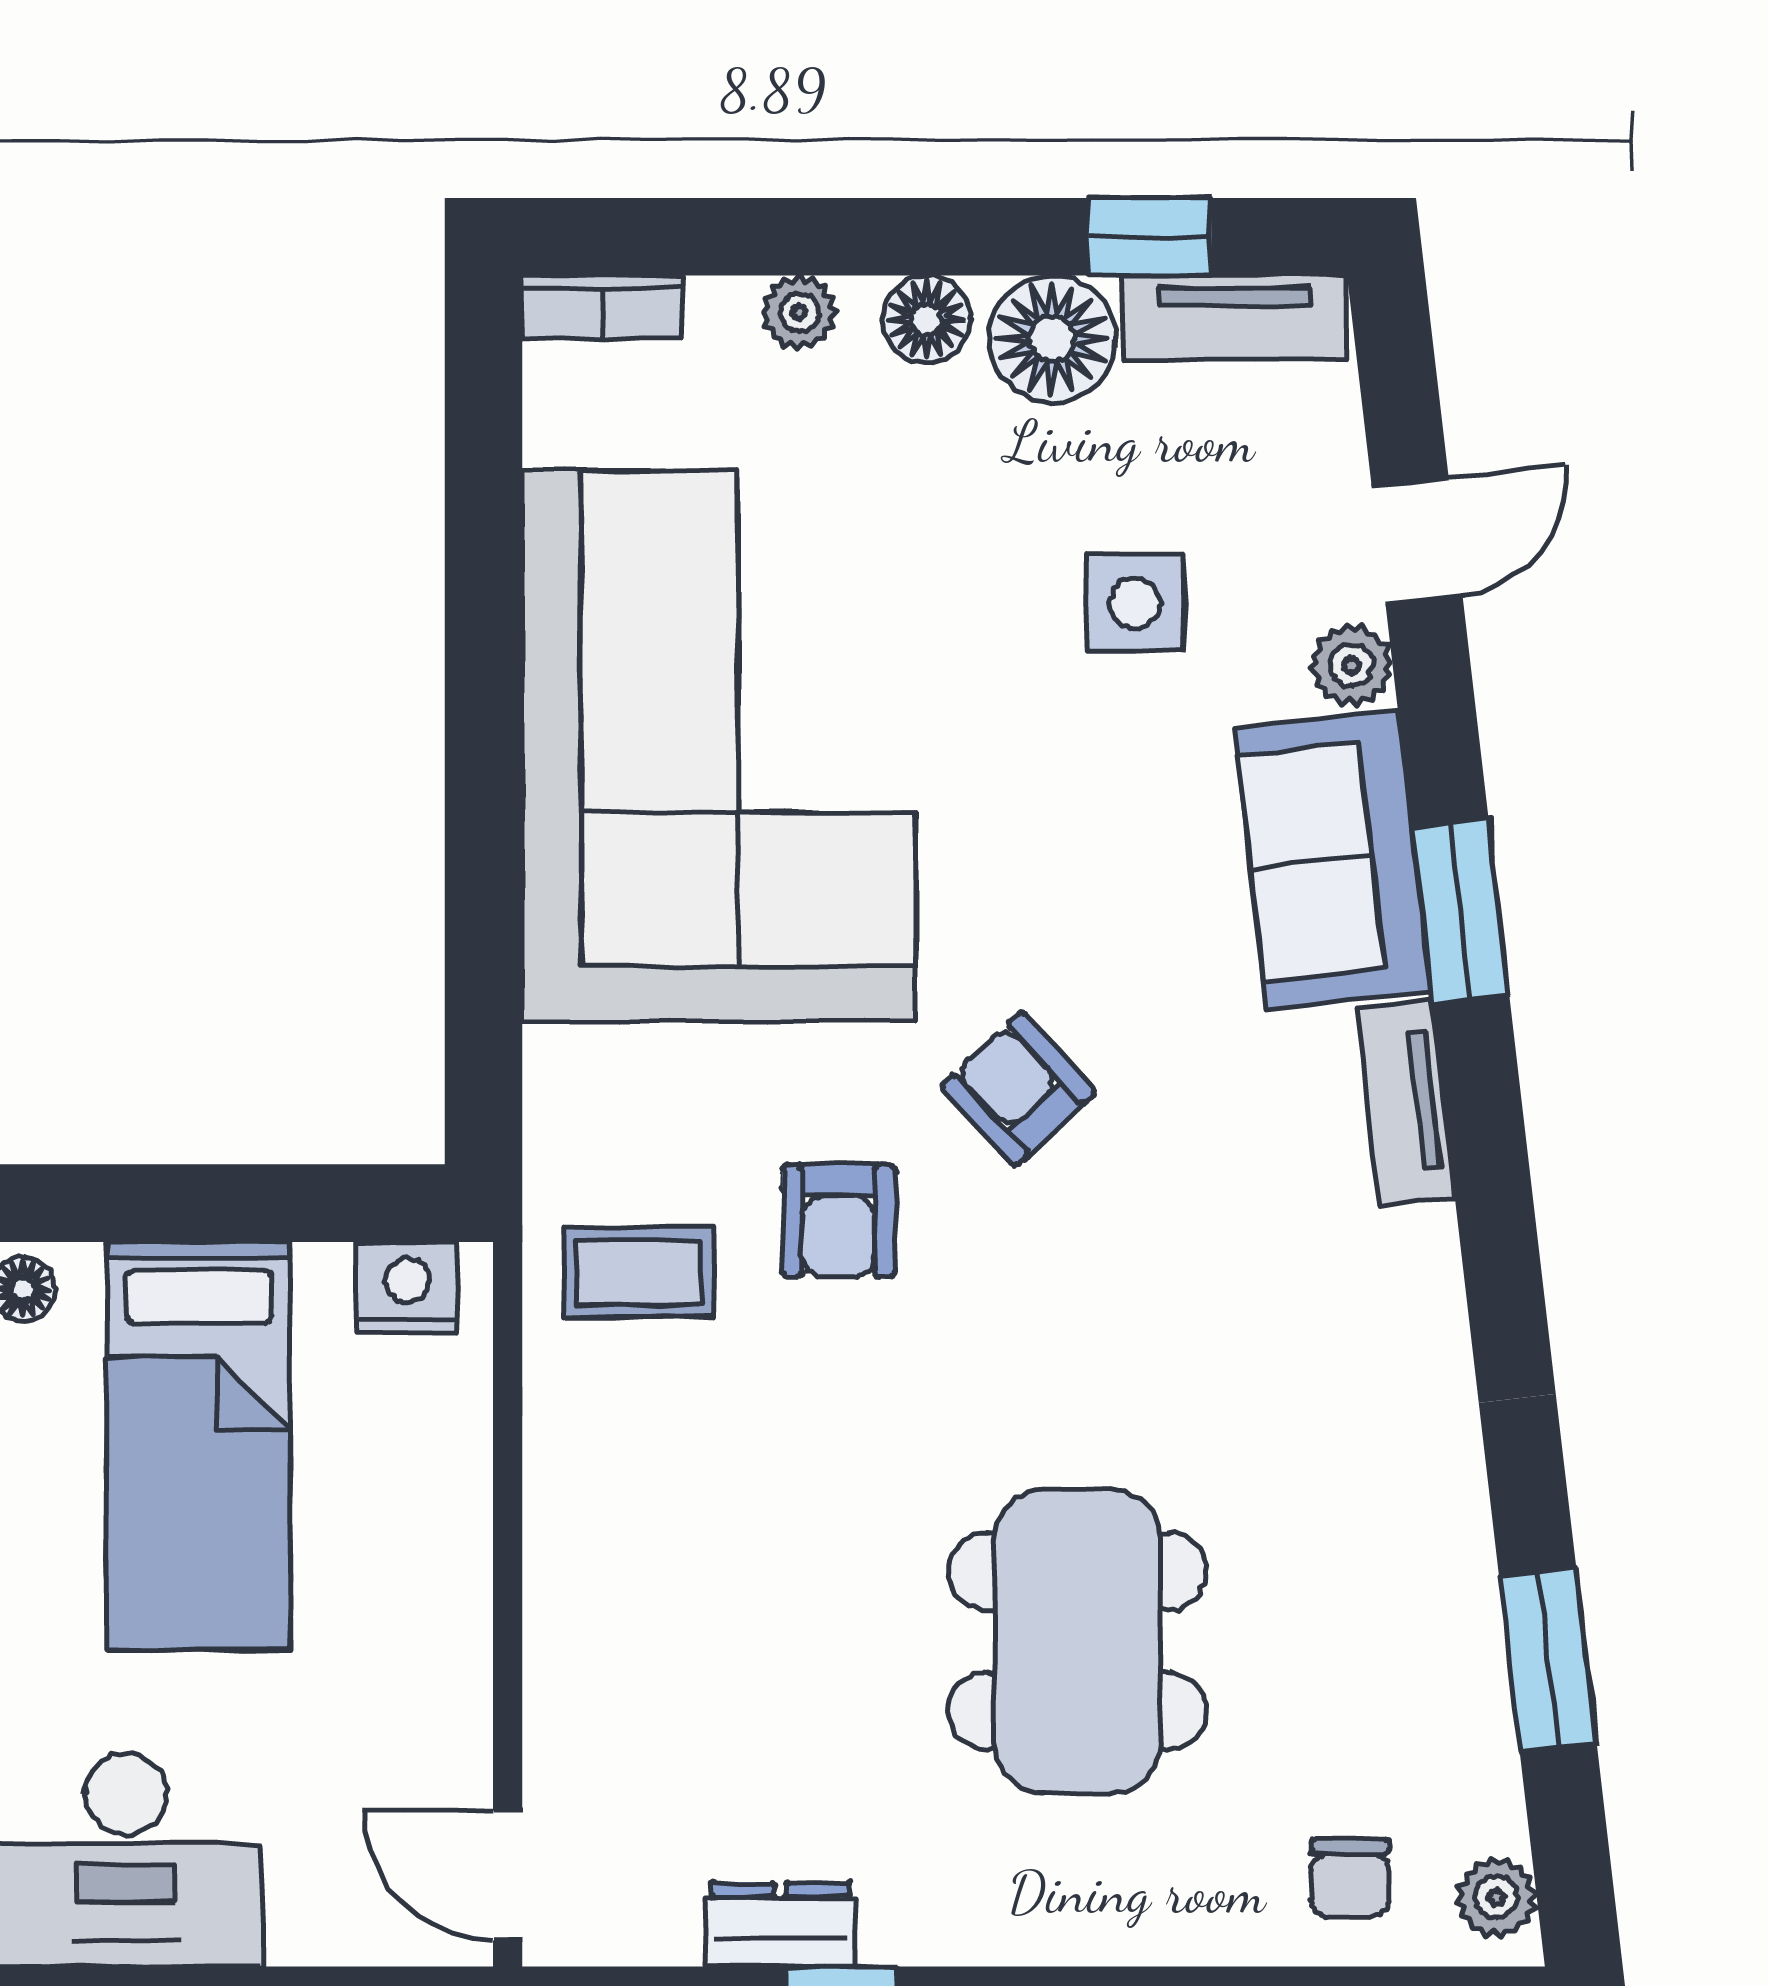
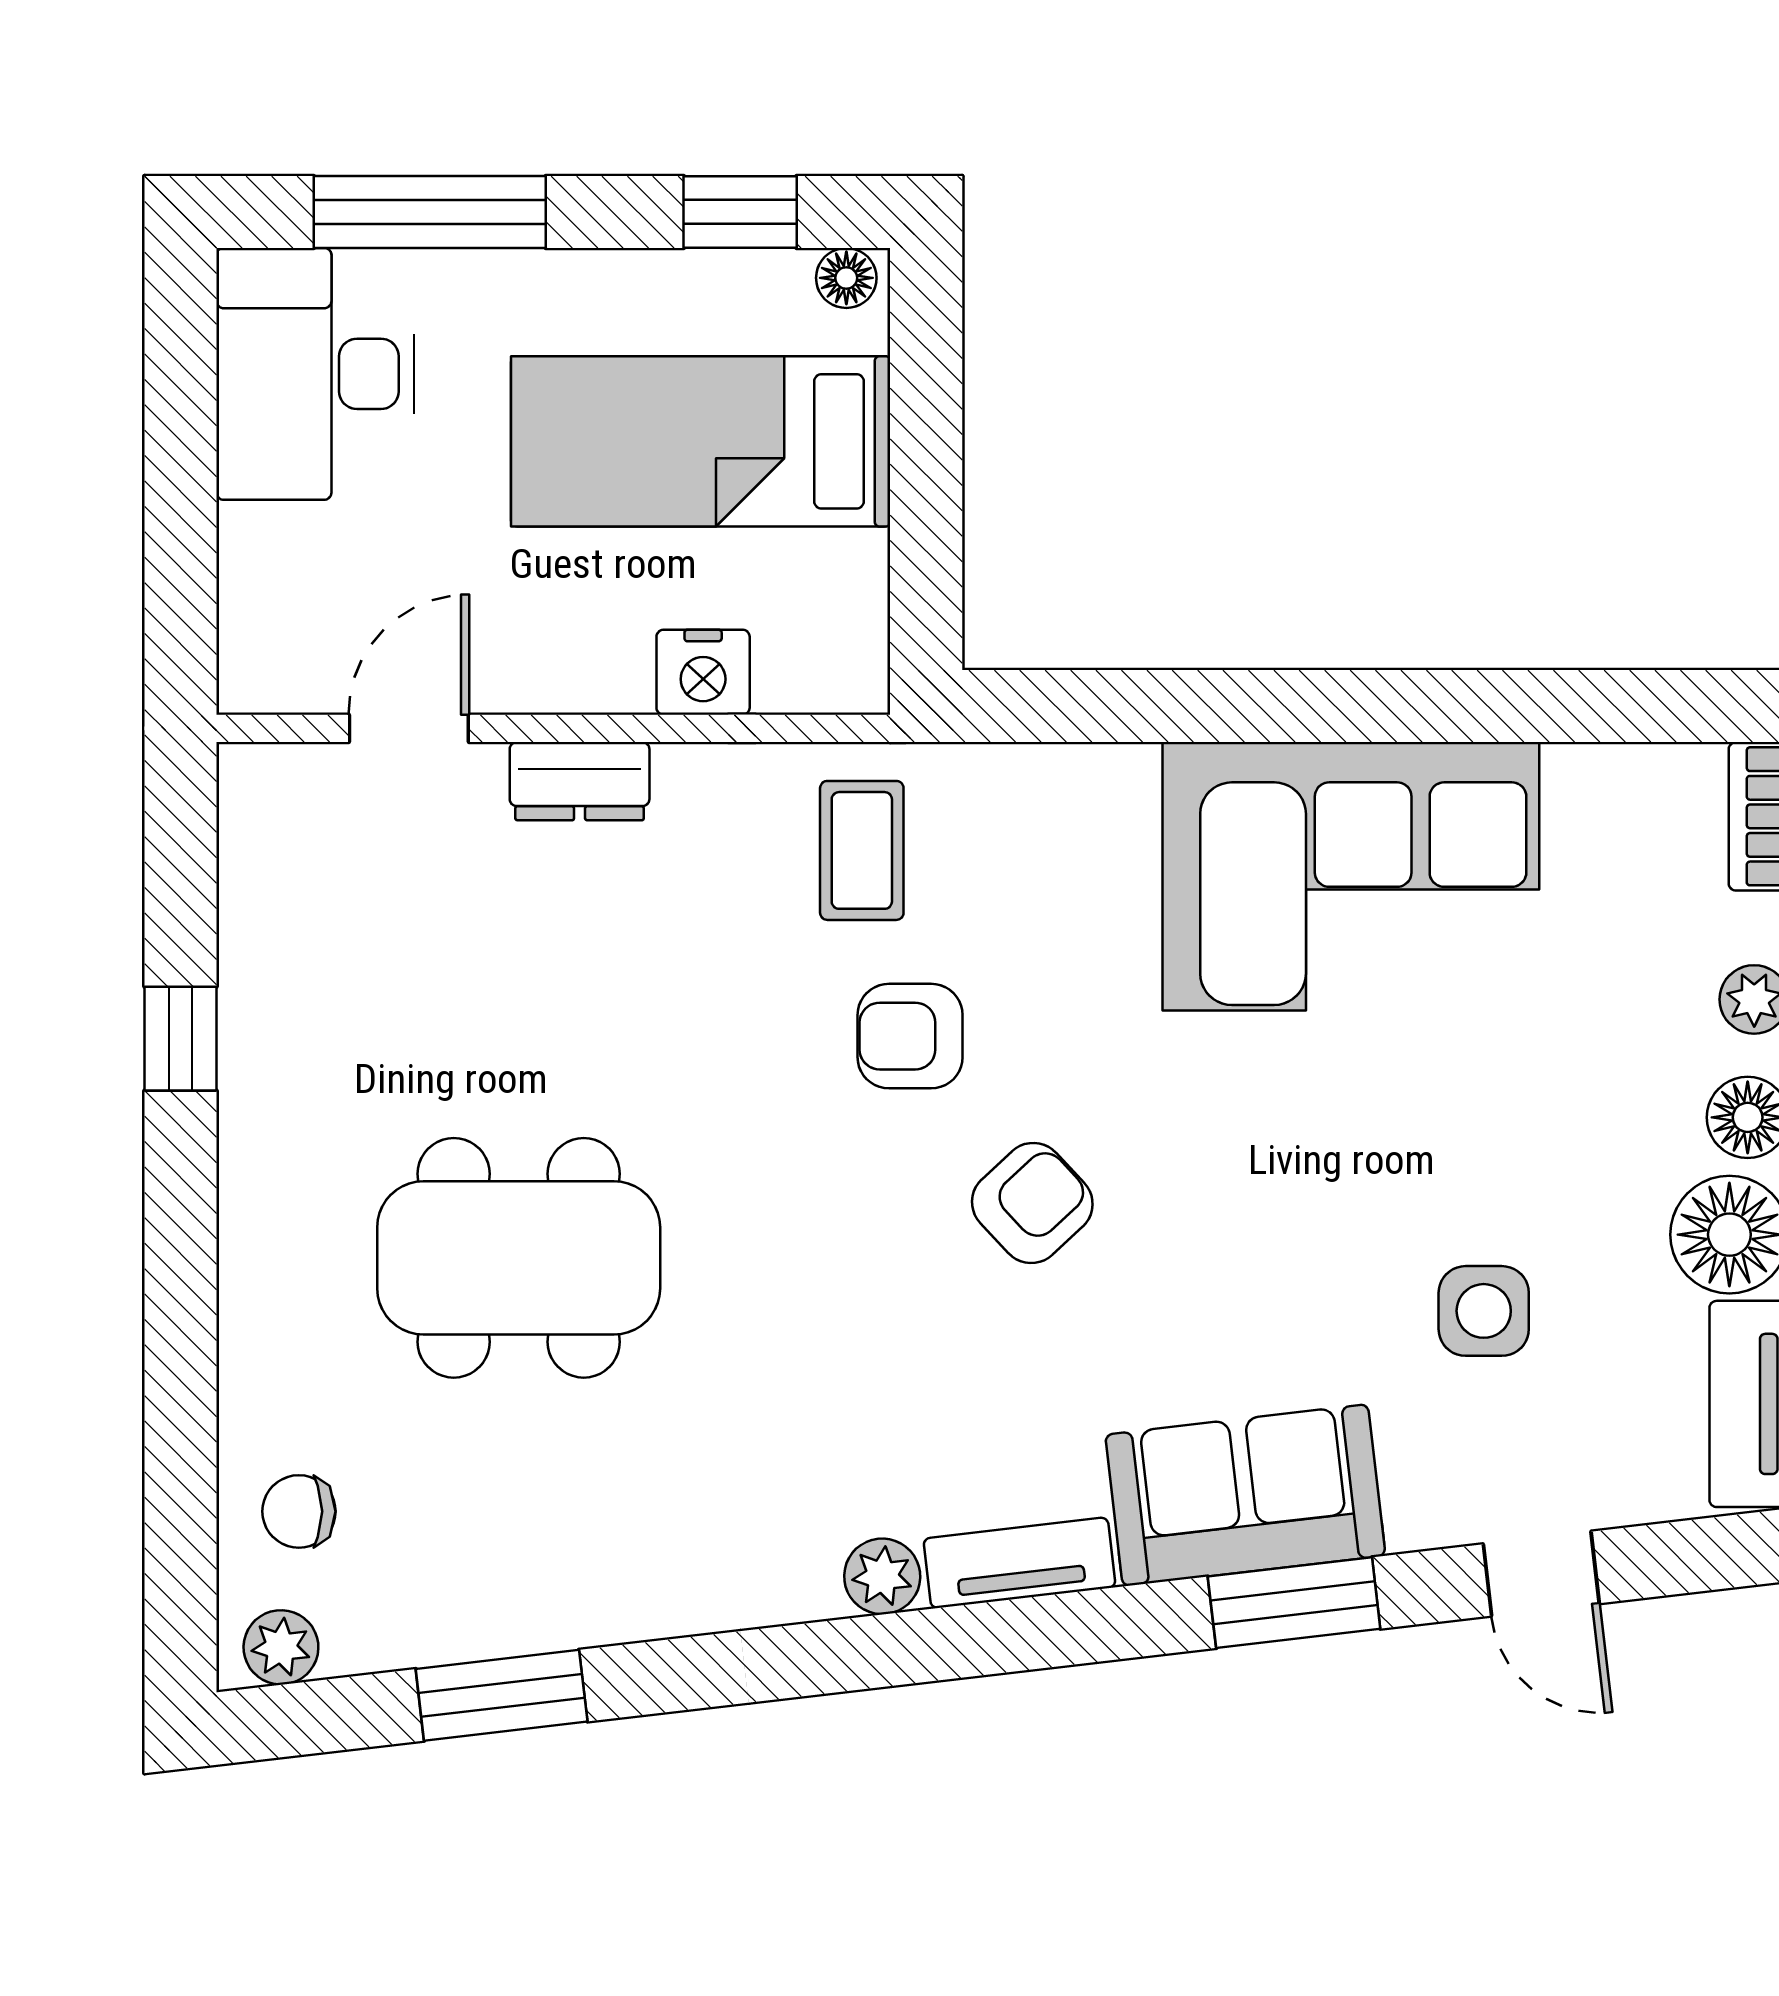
plant: (1352, 665) -> (882, 1576), moved
corner sofa: (719, 746) -> (1351, 876), width x0.73, depth x0.74
window: (1460, 911) -> (1294, 1603), moved
nightstand: (408, 1288) -> (703, 672), moved, turned 90
door: (508, 1876) -> (409, 728), moved
dresser: (780, 1924) -> (580, 781), moved, turned 90

